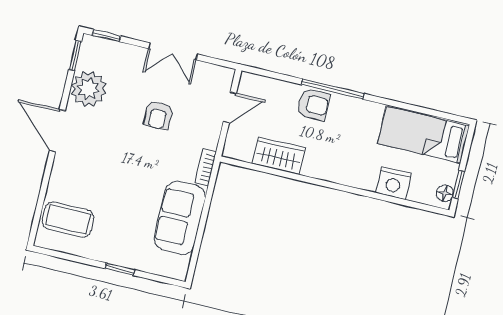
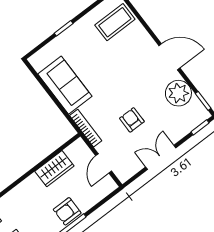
bookcase: (205, 167) -> (86, 128), width x1.56

